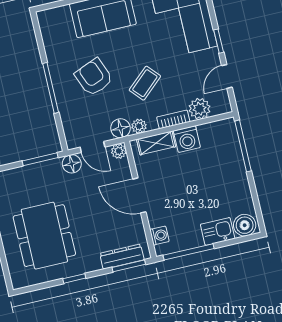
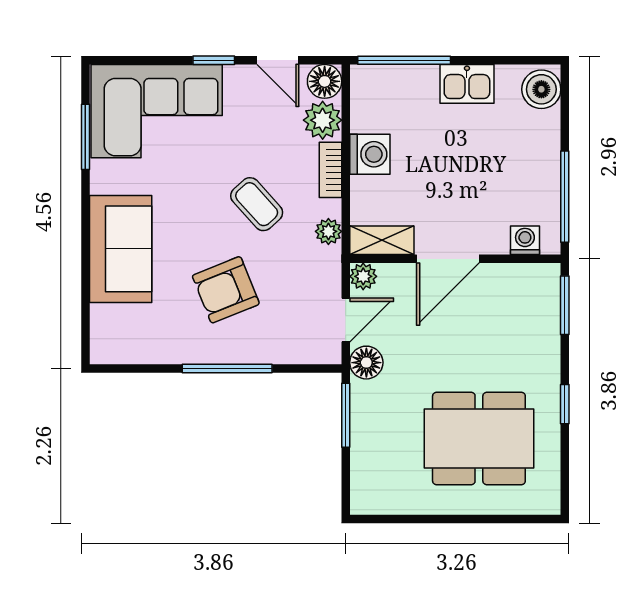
floor lamp: (120, 128) -> (325, 81), moved
shelving: (156, 143) -> (382, 240), moved, turned 90
kitchen sink: (218, 231) -> (467, 84), moved, turned -90
dresser: (122, 257) -> (546, 313), removed

